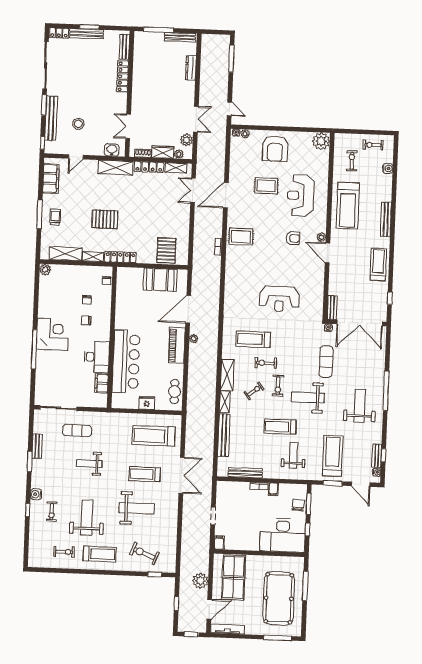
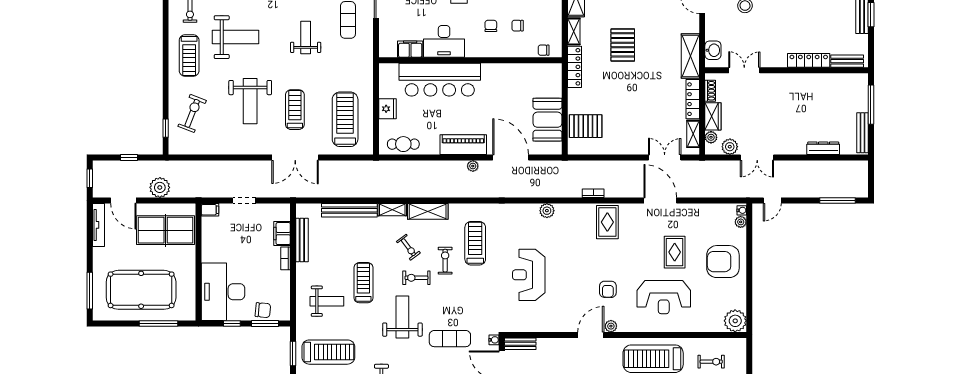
reception desk: (301, 196) -> (664, 297), turned 180
plant: (230, 283) -> (547, 211), added
filing cabinet: (273, 489) -> (282, 234), moved, width x2.00

